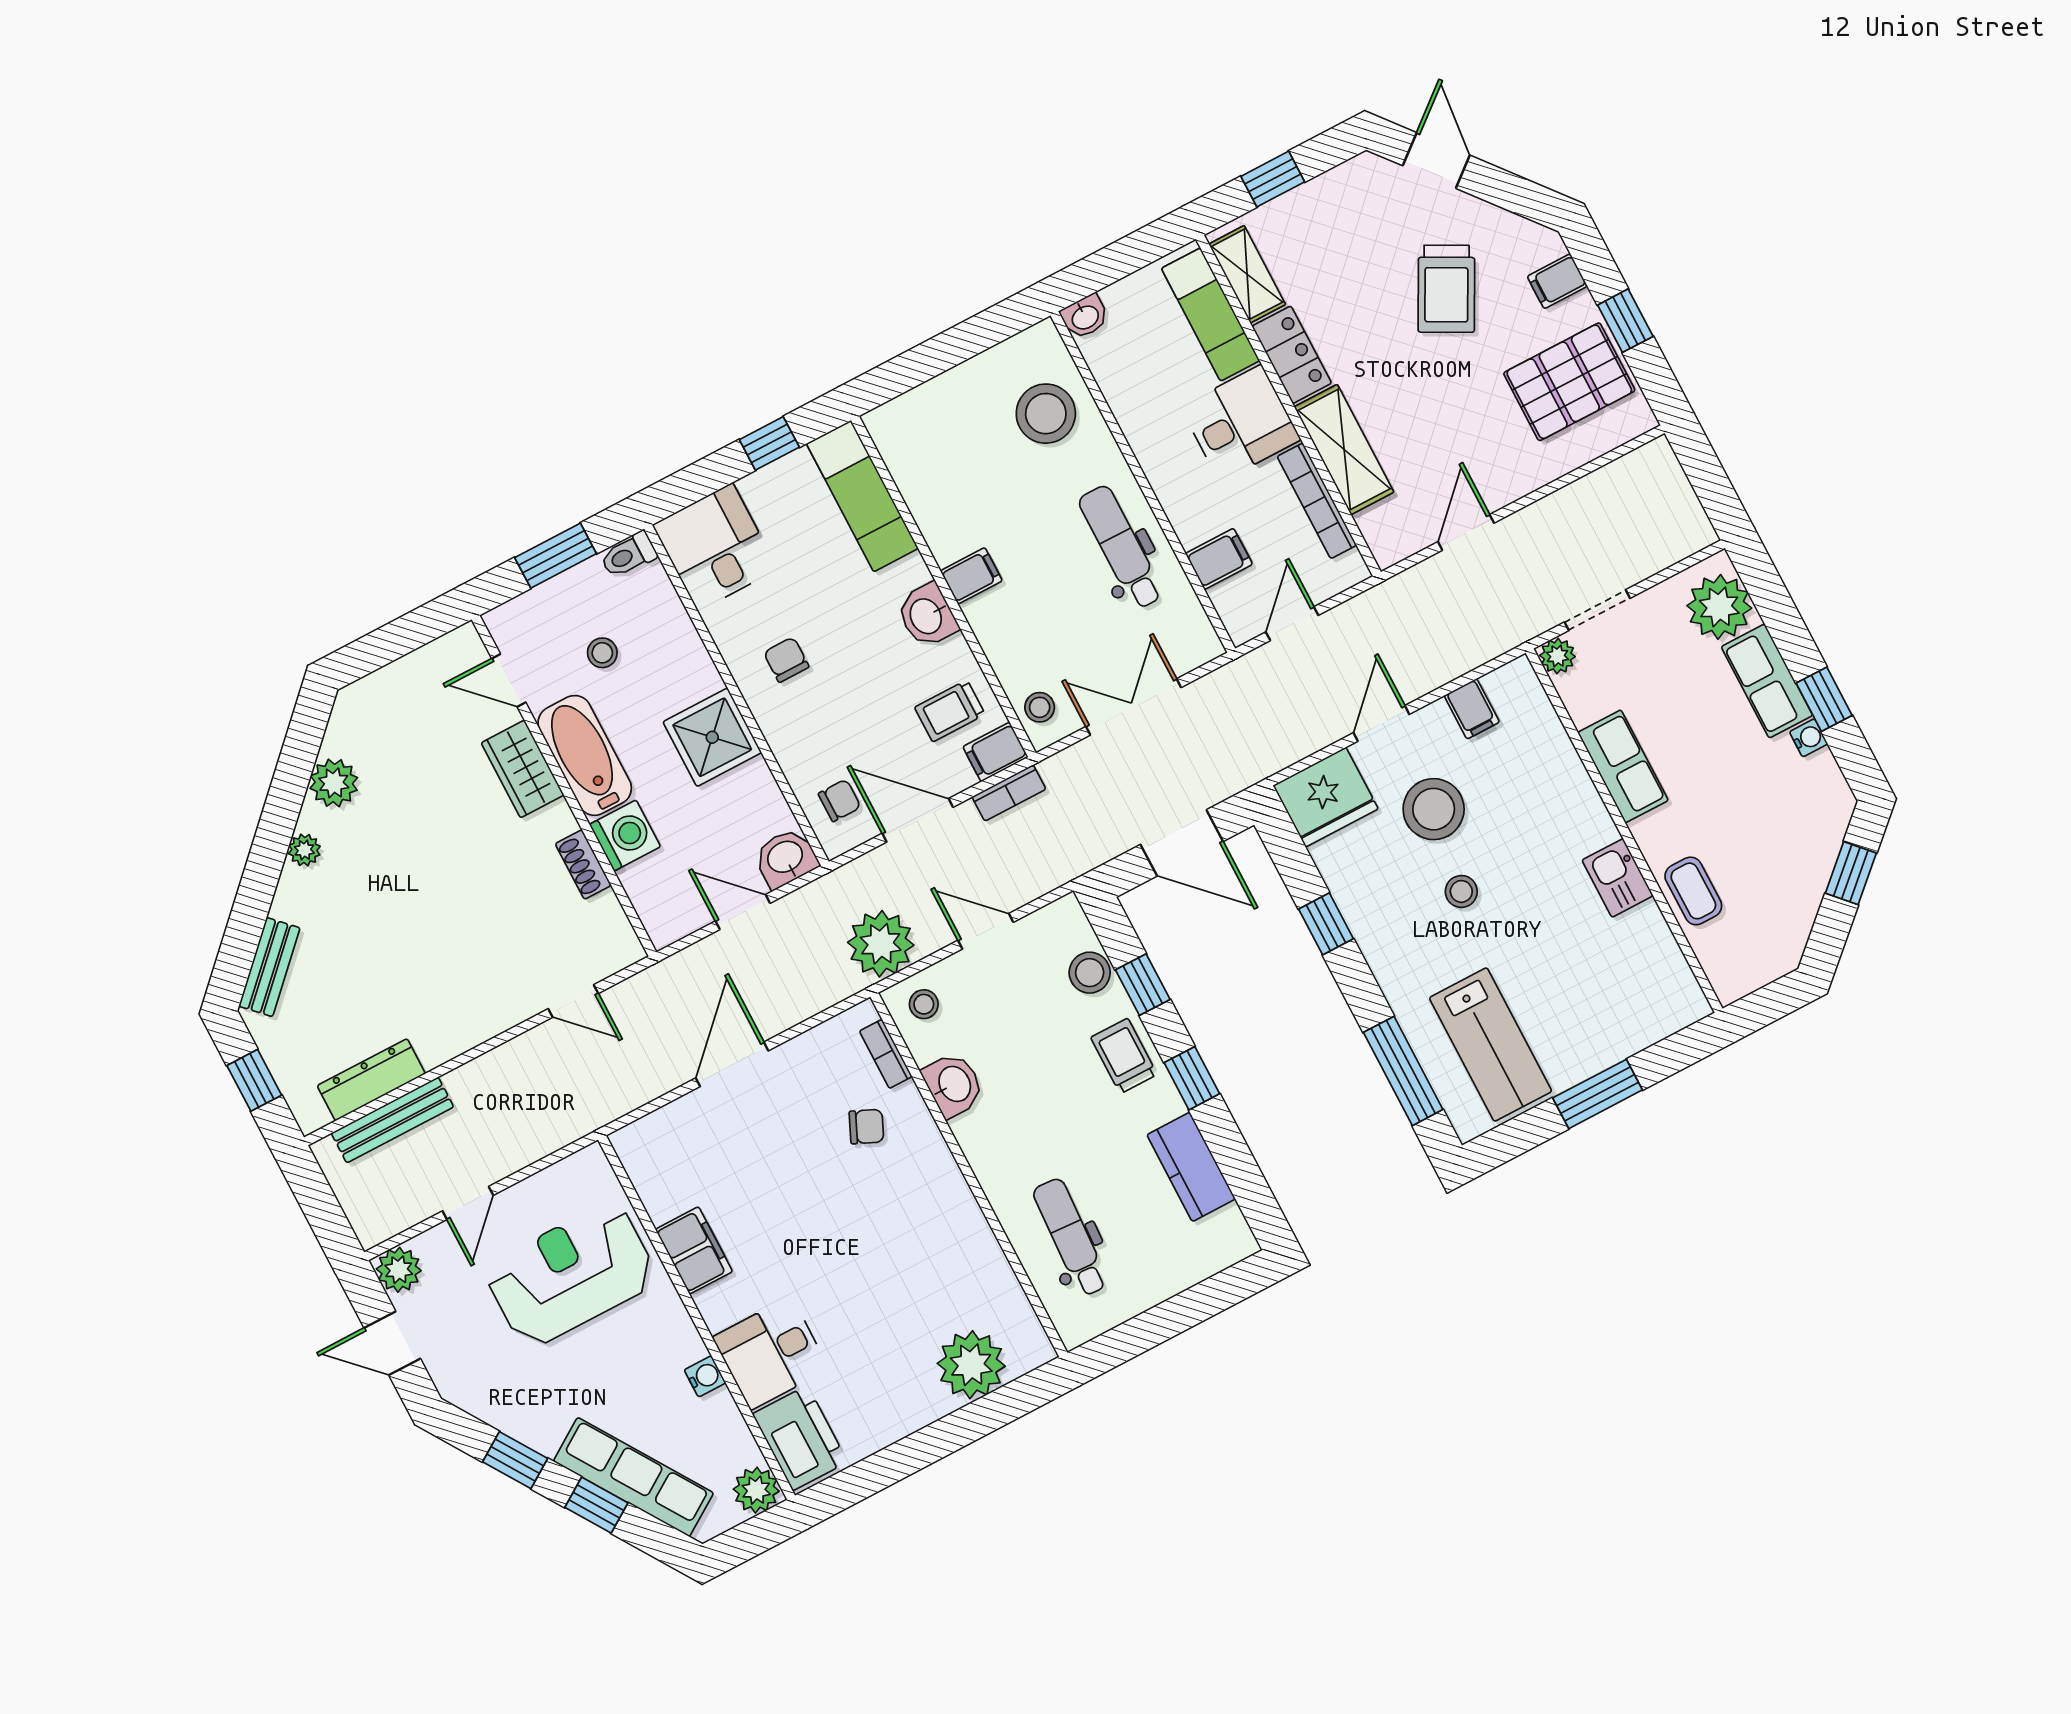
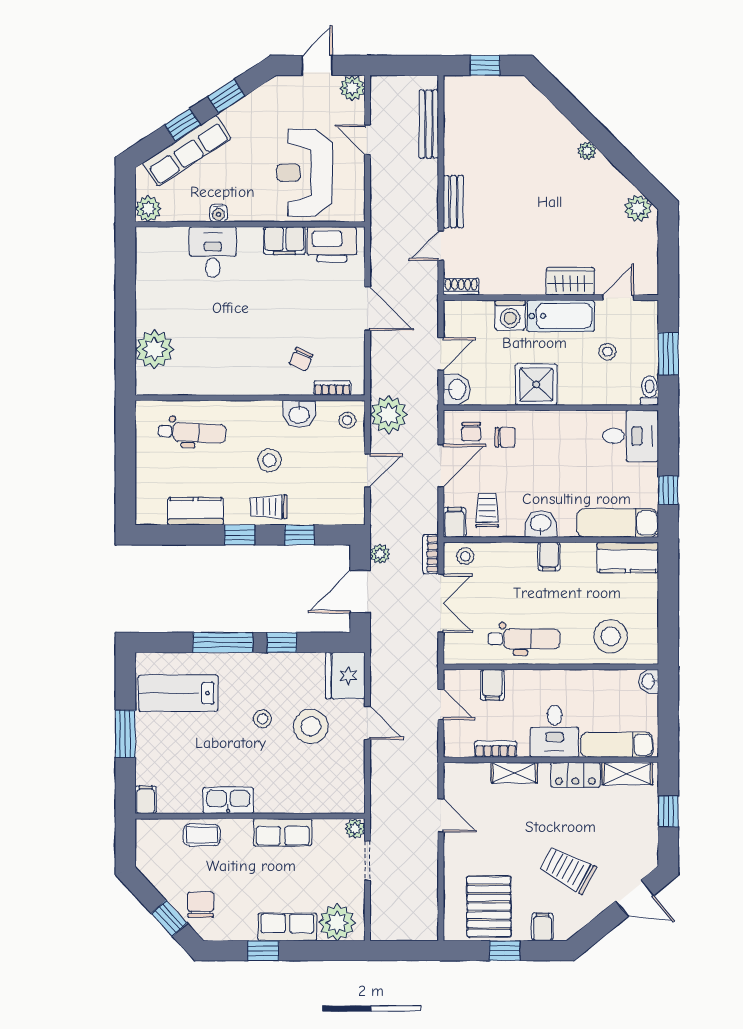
shelving: (1344, 450) -> (514, 773), width x0.67, depth x0.75
kitchen counter: (908, 451) -> (628, 558), added
bookcase: (1317, 501) -> (496, 749), width x0.64
chair: (786, 660) -> (505, 437), moved
filing cabinet: (1472, 709) -> (146, 800), moved, turned 90
water cooler: (1809, 738) -> (248, 933), removed
plant: (334, 783) -> (638, 208), moved
bookcase: (1009, 793) -> (431, 554), moved
chair: (1804, 835) -> (201, 905), added
plant: (1106, 843) -> (380, 554), added
shoe rack: (583, 865) -> (461, 287), moved
kitchen sink: (1618, 878) -> (228, 800), width x1.38
bench: (269, 967) -> (453, 202), moved, turned 45
stool: (1090, 973) -> (269, 460), moved
trolley: (1124, 1056) -> (269, 507), turned 180
window: (1403, 1071) -> (223, 642), moved
dresser: (371, 1080) -> (455, 124), removed
reception desk: (571, 1275) -> (305, 173), turned 180
printer: (800, 1438) -> (332, 244), moved

